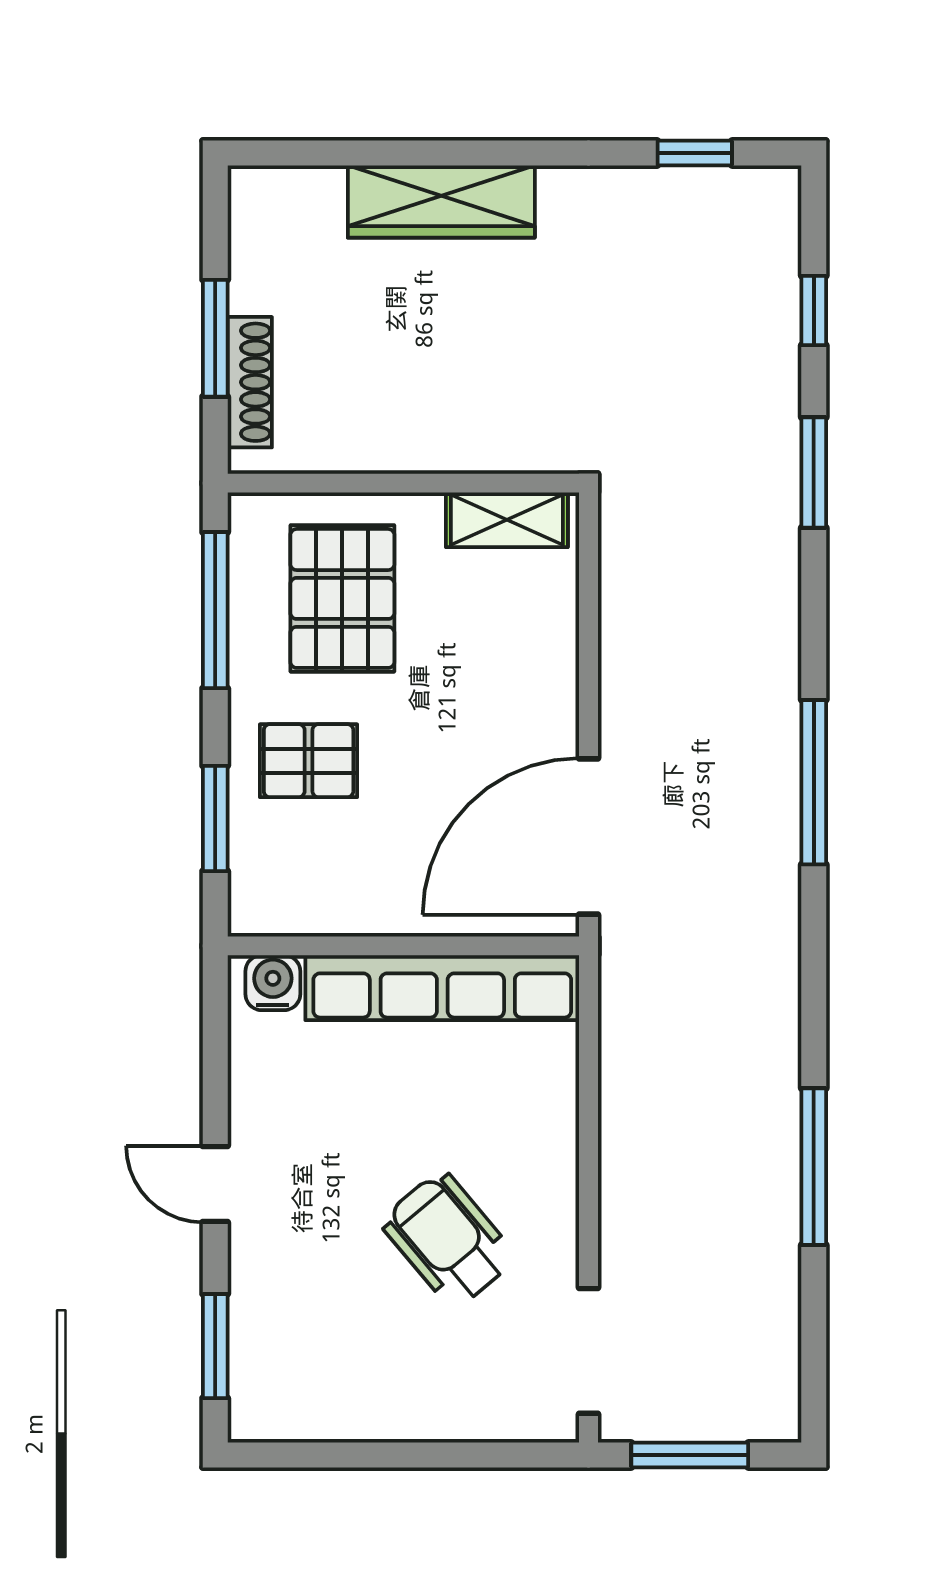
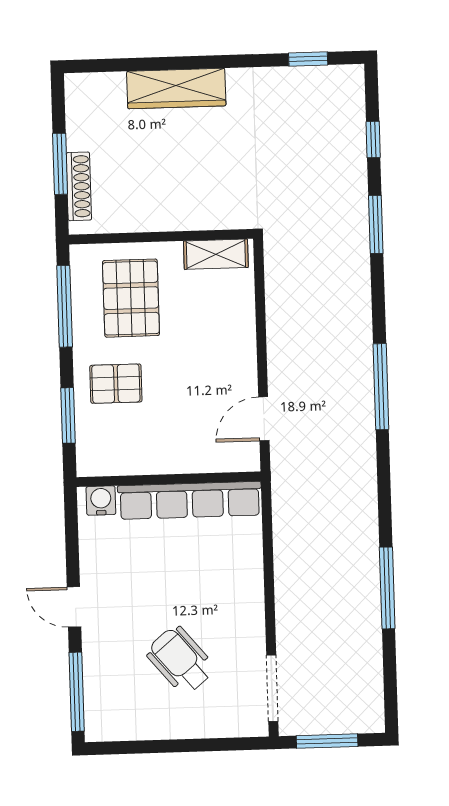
door: (588, 836) -> (264, 419), width x0.53
wheelchair: (448, 1240) -> (181, 660), moved
window: (215, 1346) -> (77, 692), width x1.44

